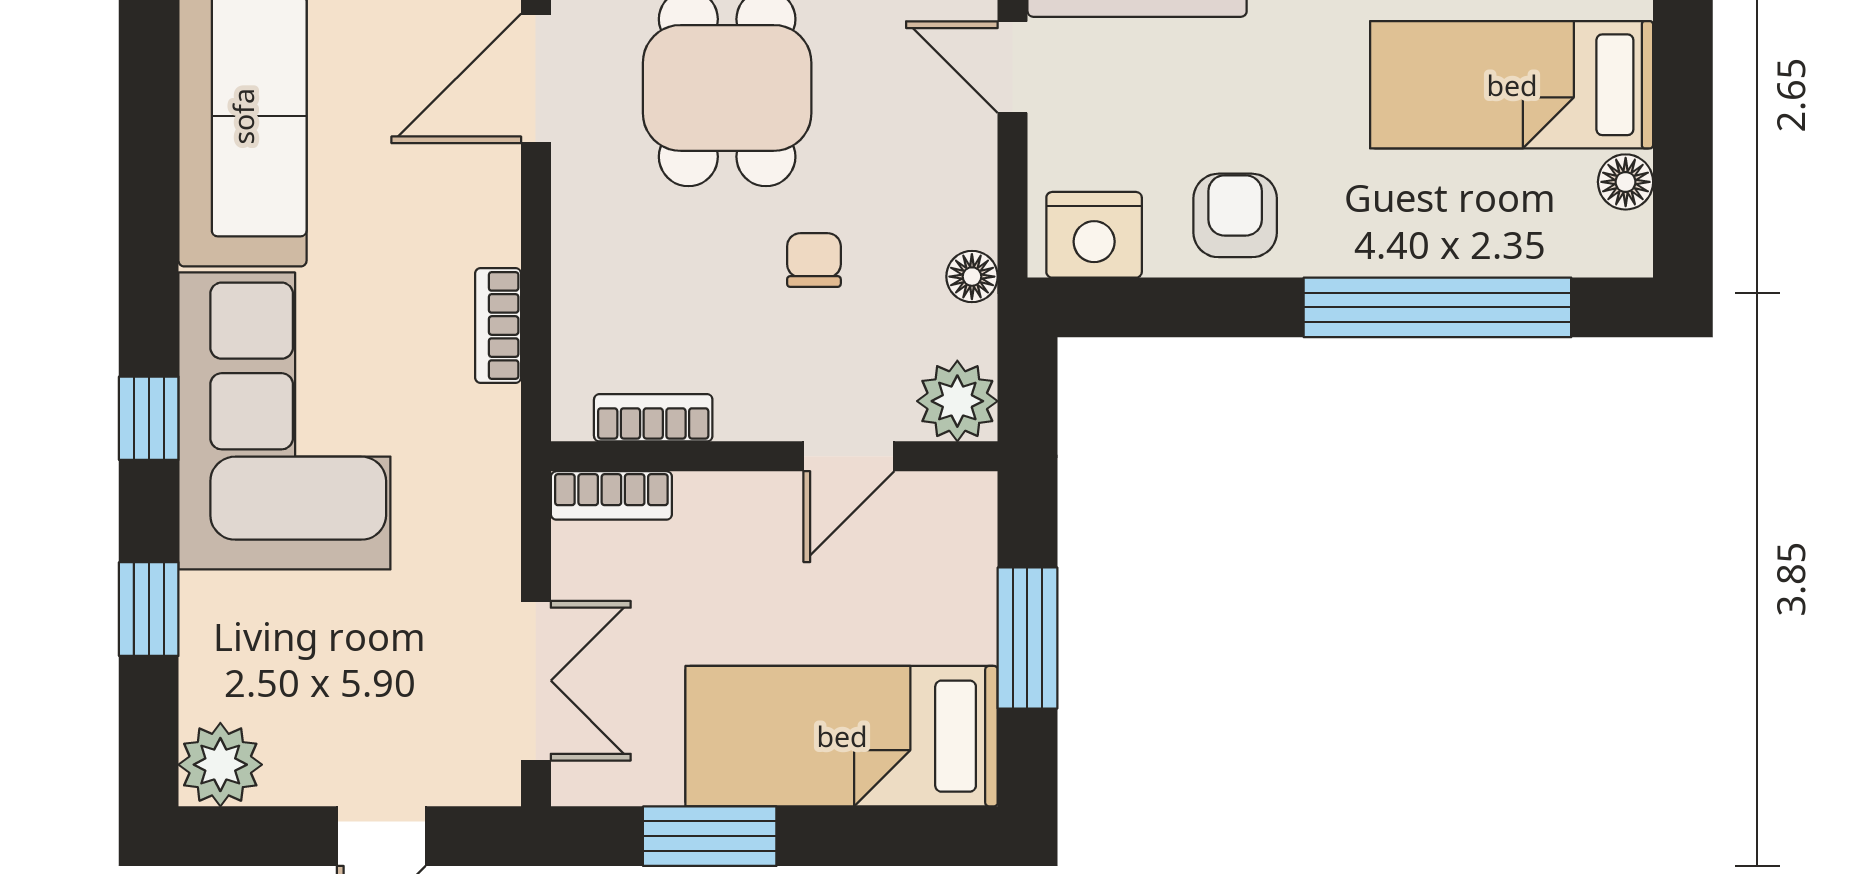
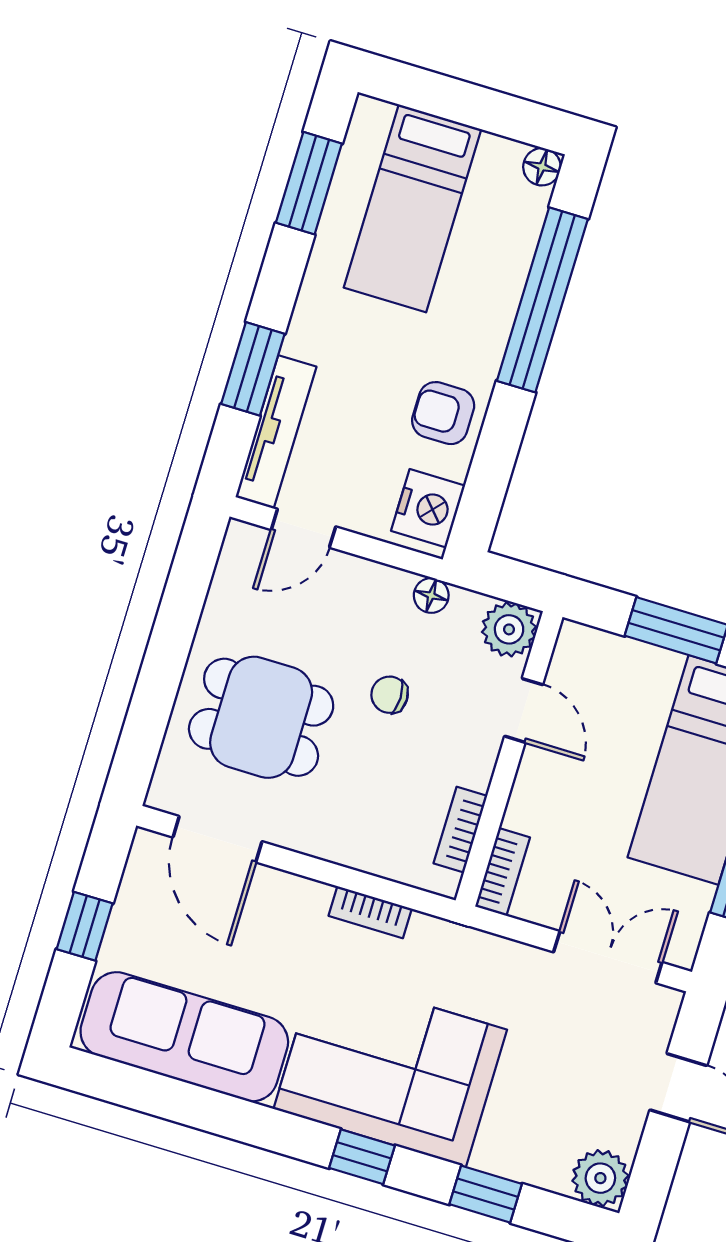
floor lamp: (1626, 182) -> (542, 167), moved

